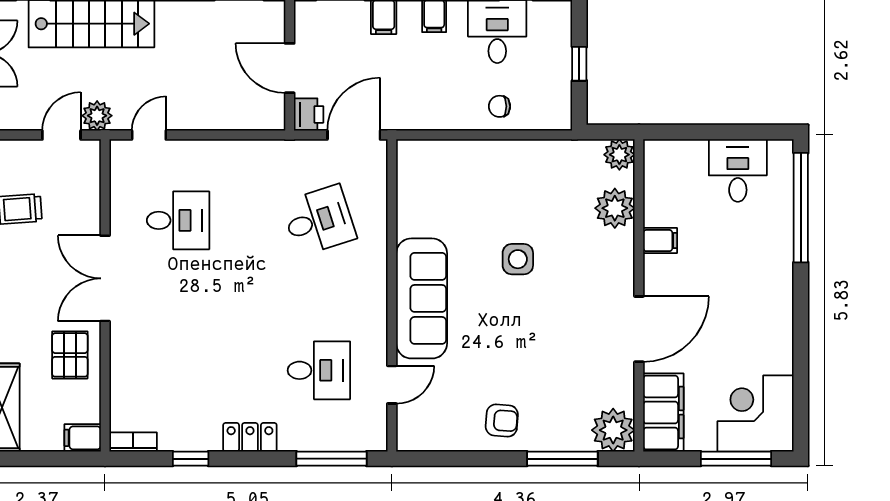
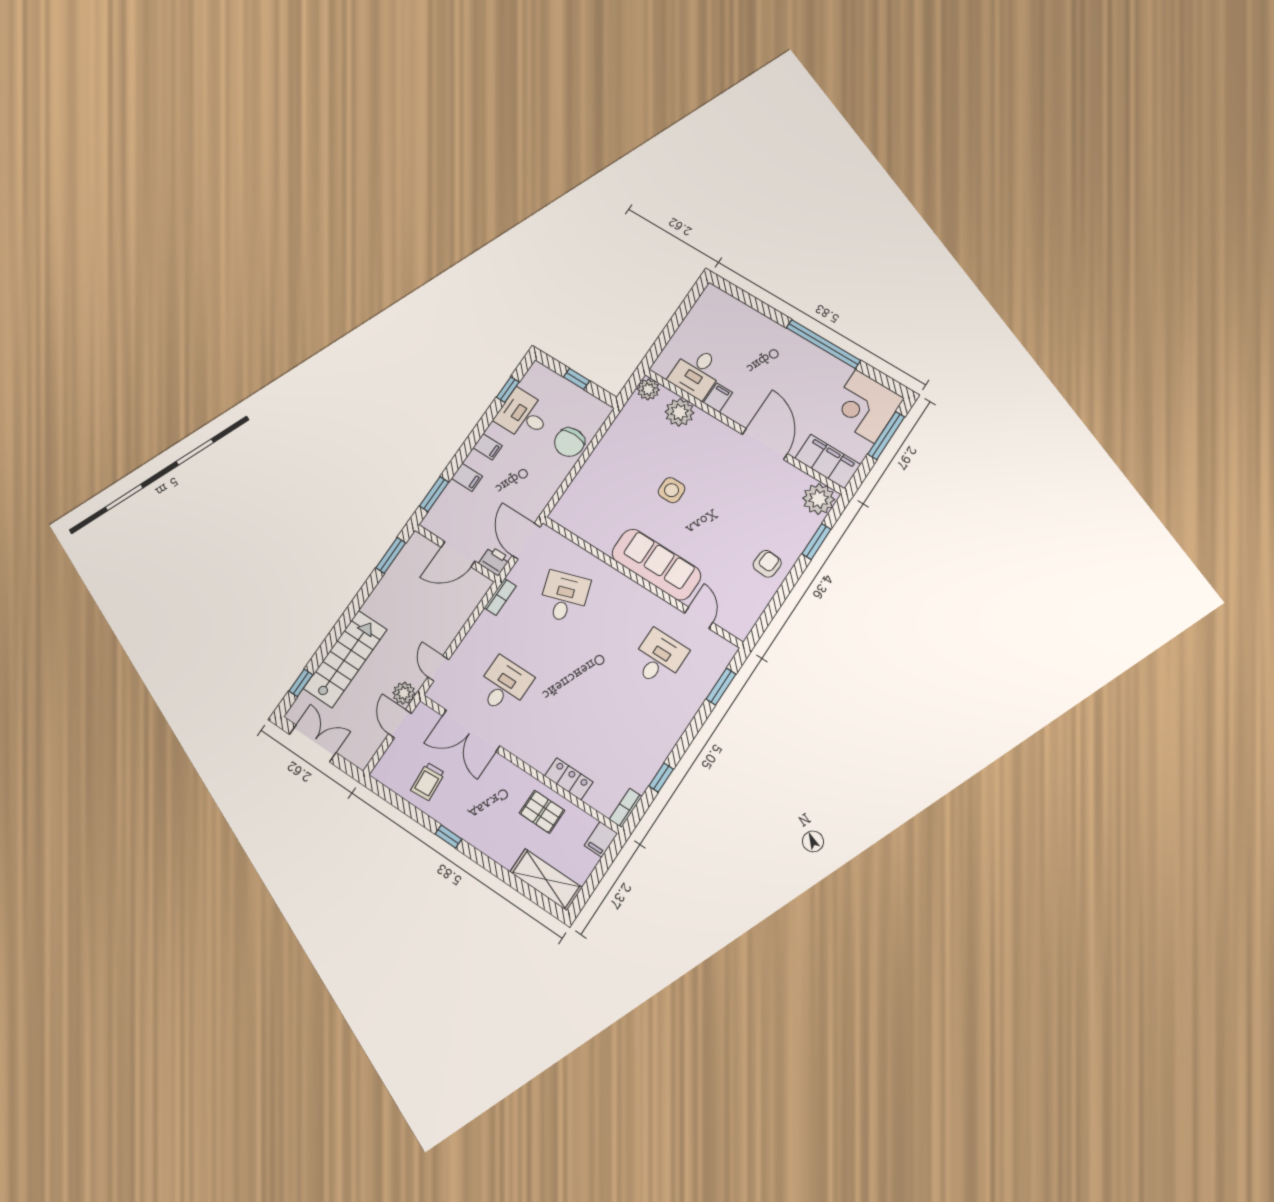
chair: (499, 106) -> (570, 442), width x1.87, depth x1.87
bookcase: (273, 149) -> (500, 597), added
desk: (738, 170) -> (696, 373), moved, turned -90
window: (801, 208) -> (823, 344), moved
double door: (105, 278) -> (471, 731), moved
locker: (250, 437) -> (569, 779), moved, turned 90
window: (332, 459) -> (721, 687), width x0.69
window: (562, 459) -> (816, 542), width x0.69

